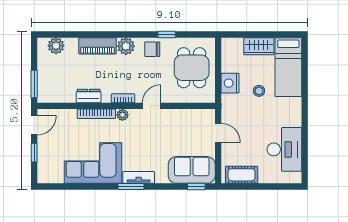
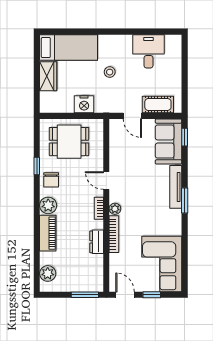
stool: (259, 91) -> (110, 72), moved
door: (218, 133) -> (132, 116), swing flipped
desk: (284, 149) -> (149, 51), width x0.73
corner sofa: (93, 163) -> (162, 264), moved
cot: (242, 175) -> (158, 104), moved, turned 90
tv unit: (139, 177) -> (176, 187), width x1.41

